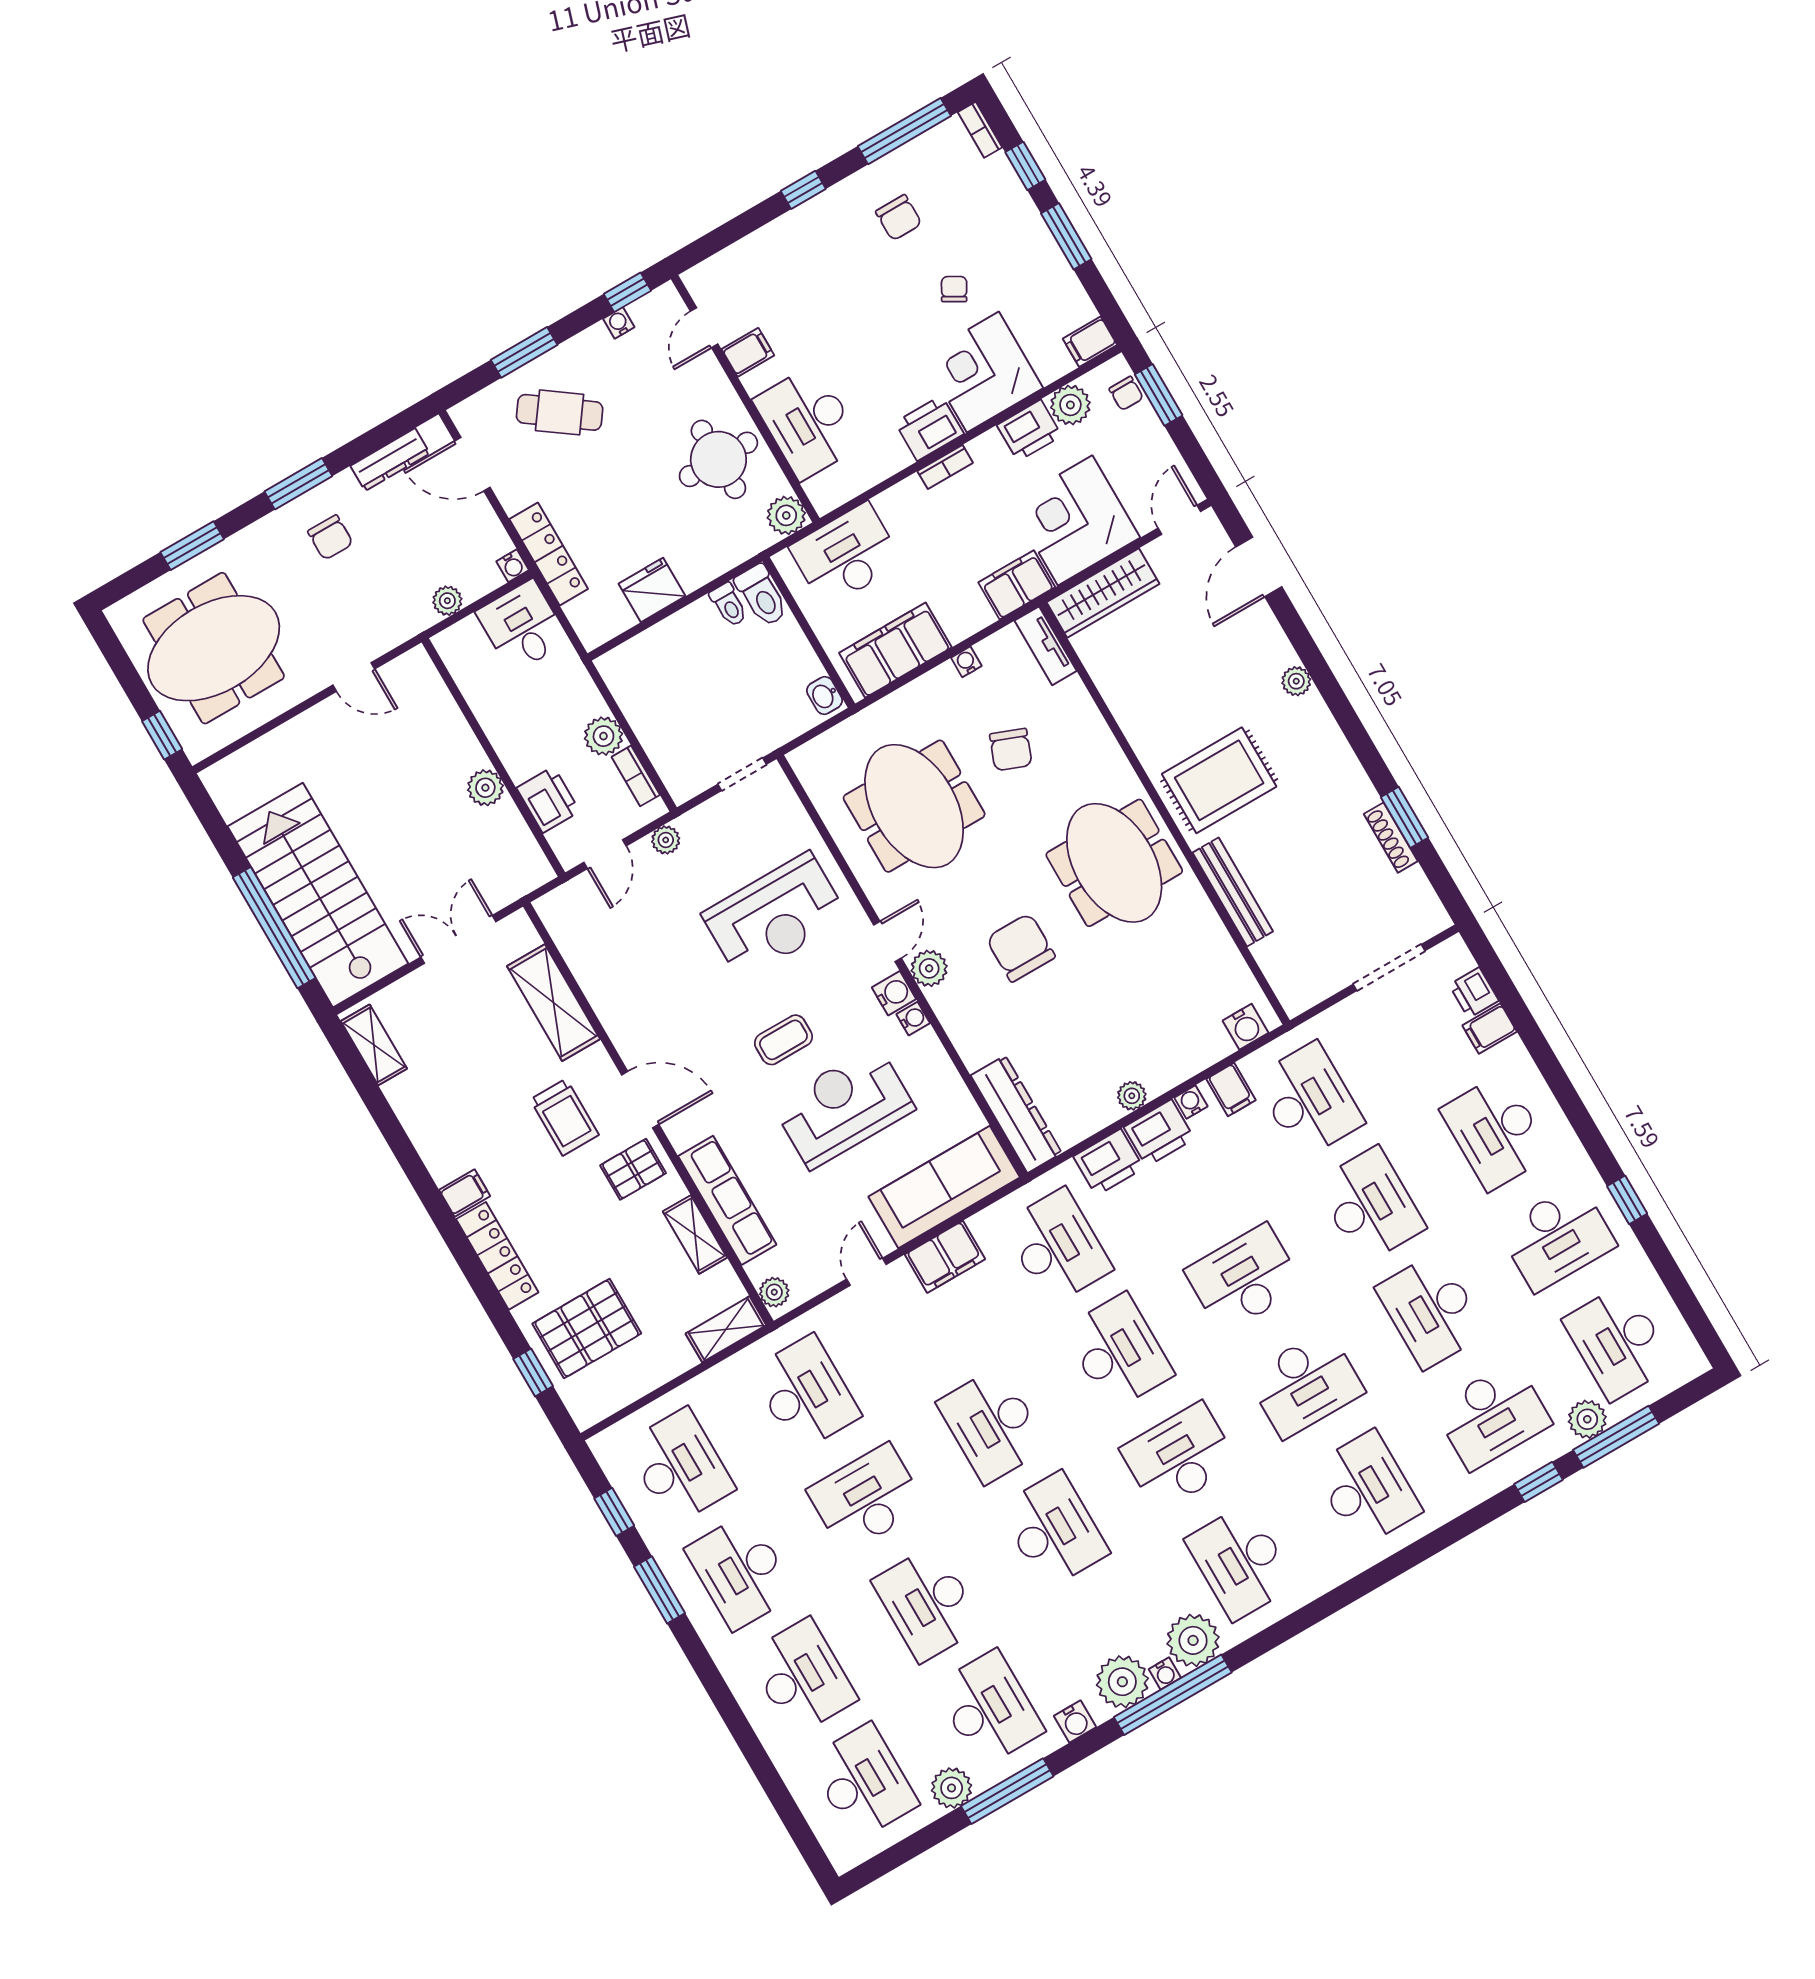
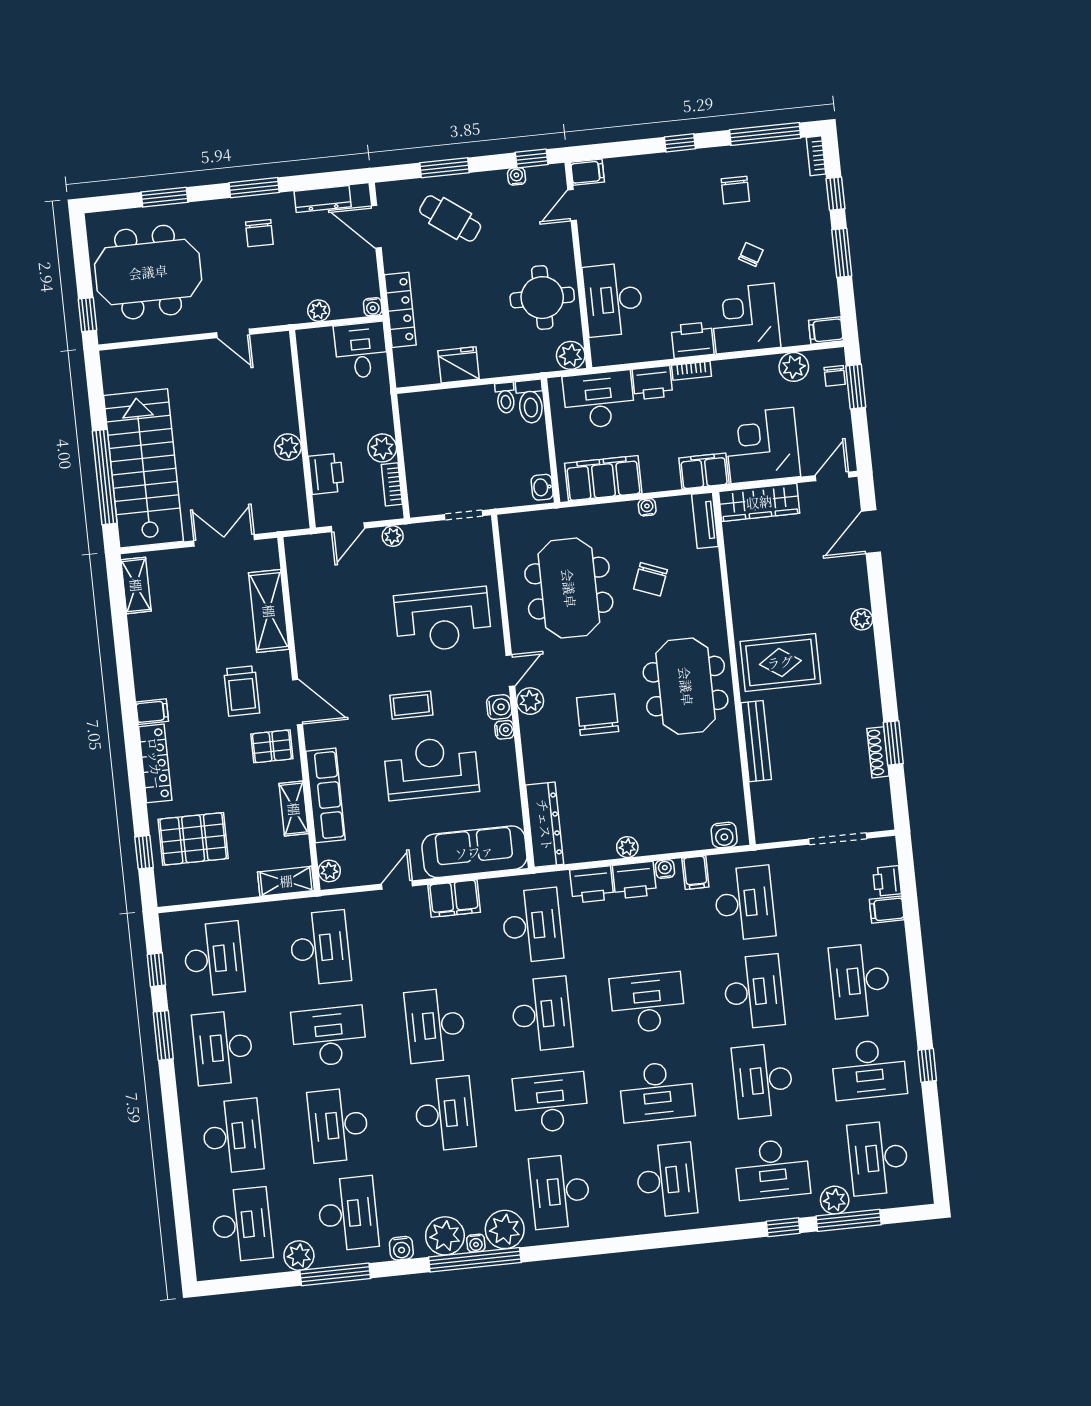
filing cabinet: (748, 352) -> (587, 172), moved
printer: (1029, 430) -> (652, 383), moved

